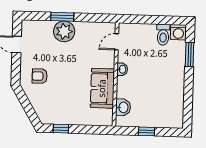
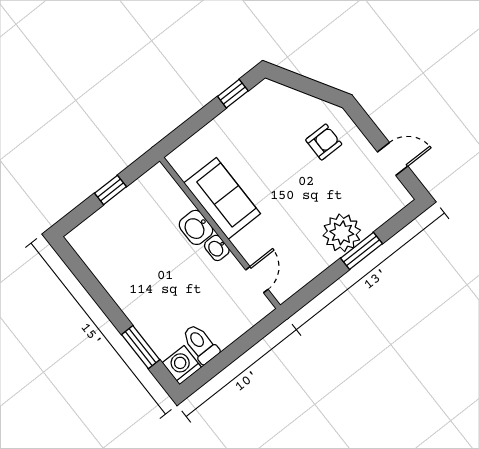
washbasin: (123, 107) -> (196, 227), moved

